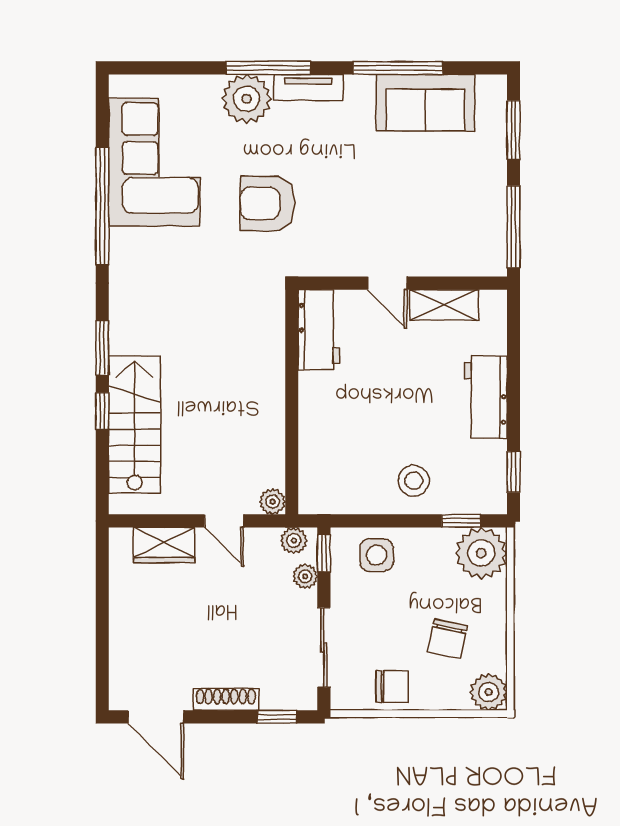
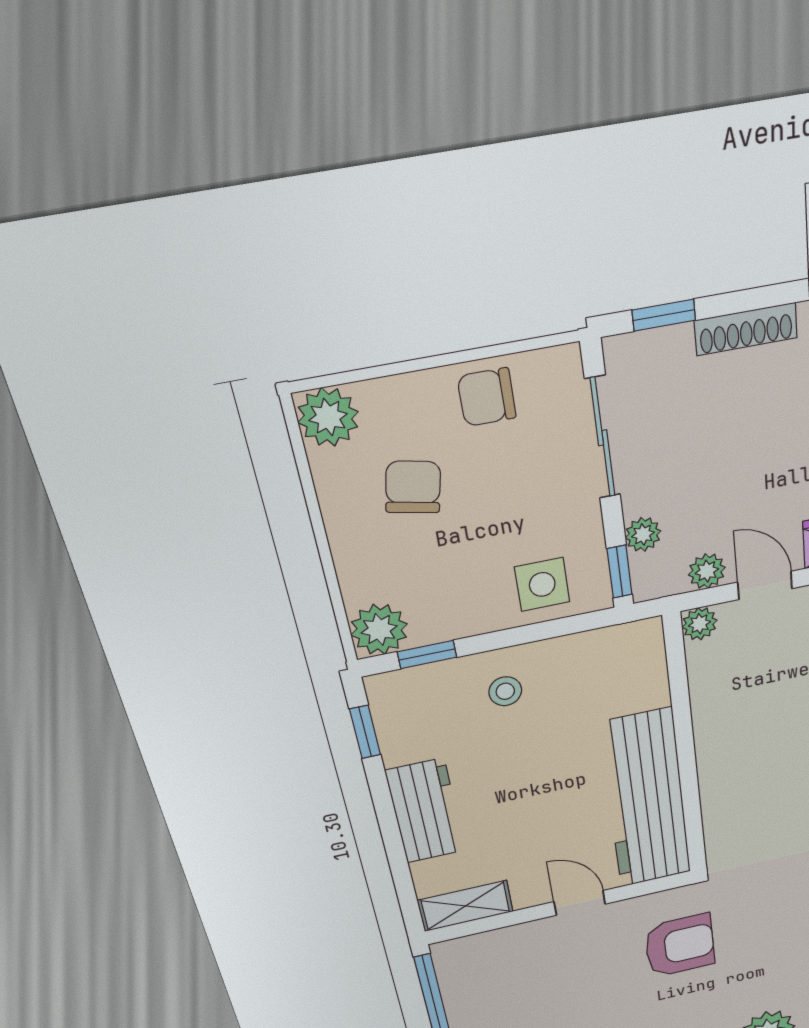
armchair: (268, 203) -> (680, 945), moved
shelving: (444, 305) -> (465, 906), moved
workbench: (319, 330) -> (646, 800), width x1.88, depth x1.32
stool: (414, 481) -> (505, 691), width x0.73, depth x0.73
plant: (294, 541) -> (707, 571), moved
plant: (481, 553) -> (379, 629), width x0.73, depth x0.73

